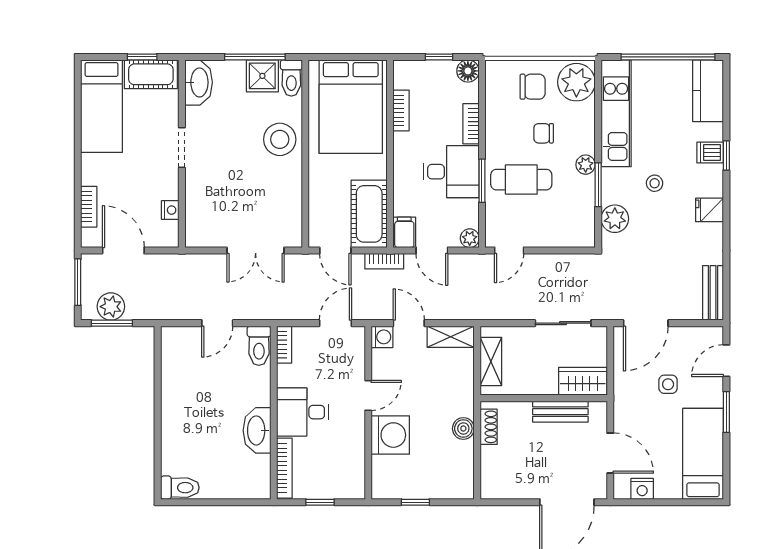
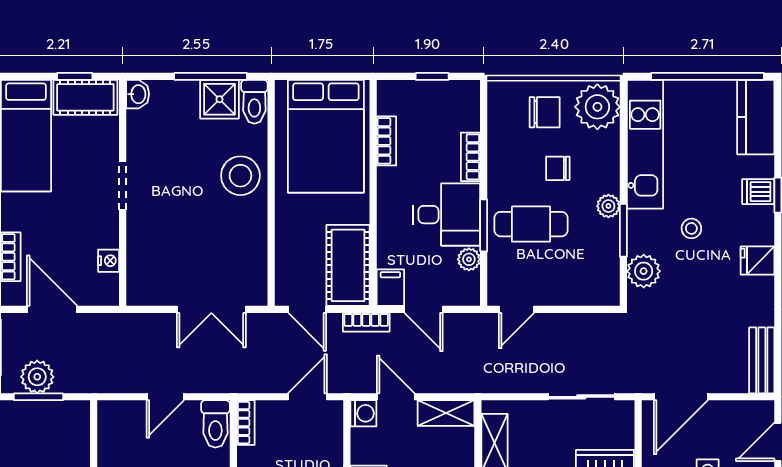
floor lamp: (468, 71) -> (467, 93), removed
washbasin: (199, 82) -> (138, 94), width x0.52, depth x0.69
plant: (470, 238) -> (469, 259), moved

